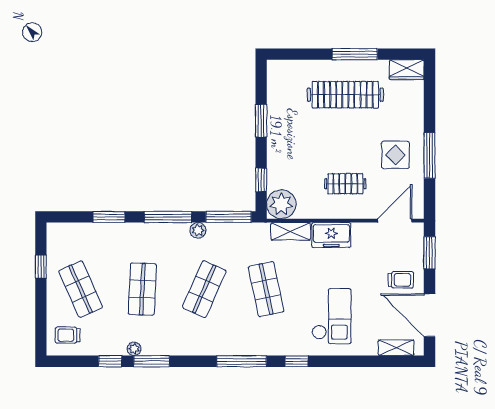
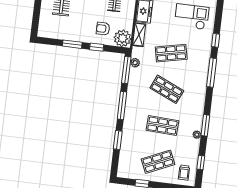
armchair: (294, 169) -> (103, 29), added
window: (261, 180) -> (97, 47), moved
plant: (198, 230) -> (135, 63), moved
window: (110, 361) -> (201, 163), moved

